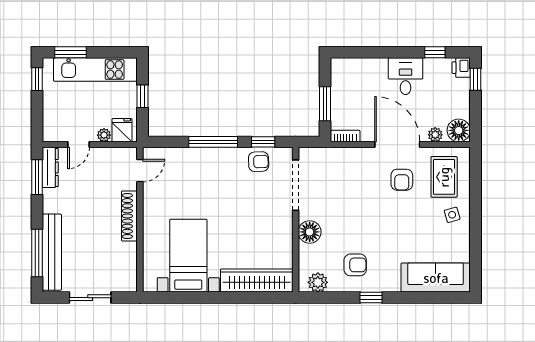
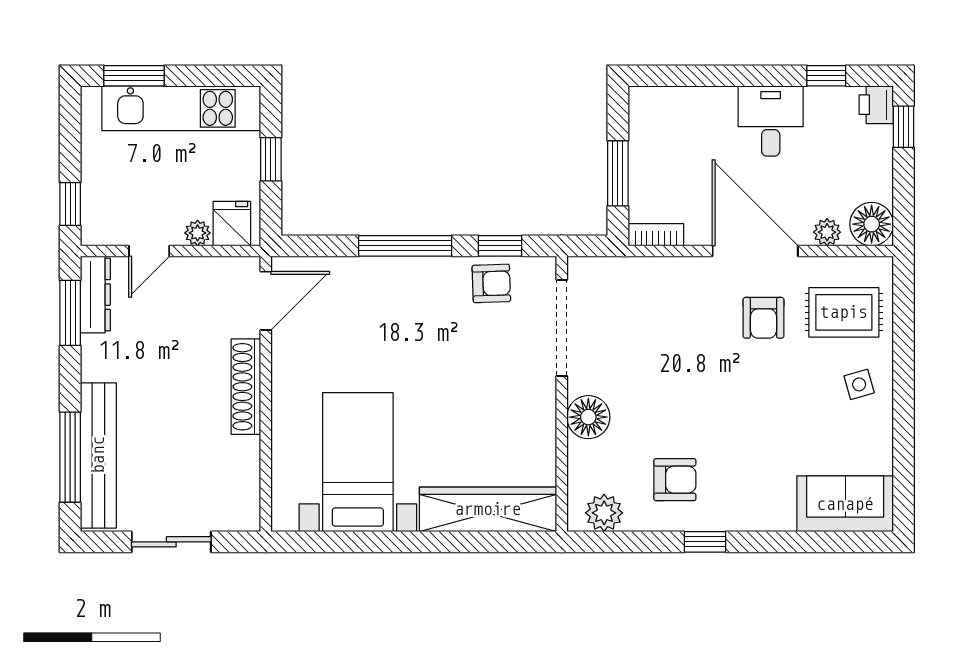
window: (37, 79) -> (70, 204), moved
door: (140, 171) -> (266, 301), width x1.38
rug: (444, 177) -> (844, 312), turned 90
sofa: (436, 278) -> (845, 504), width x0.73

